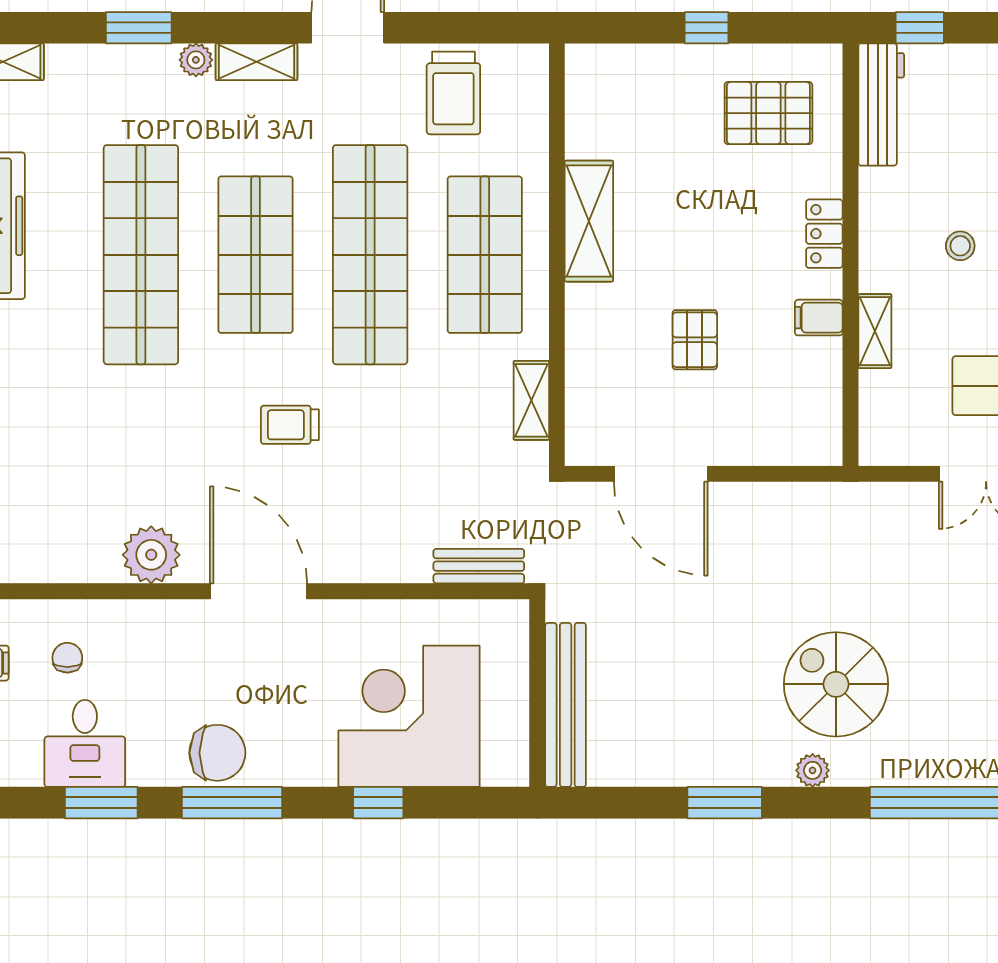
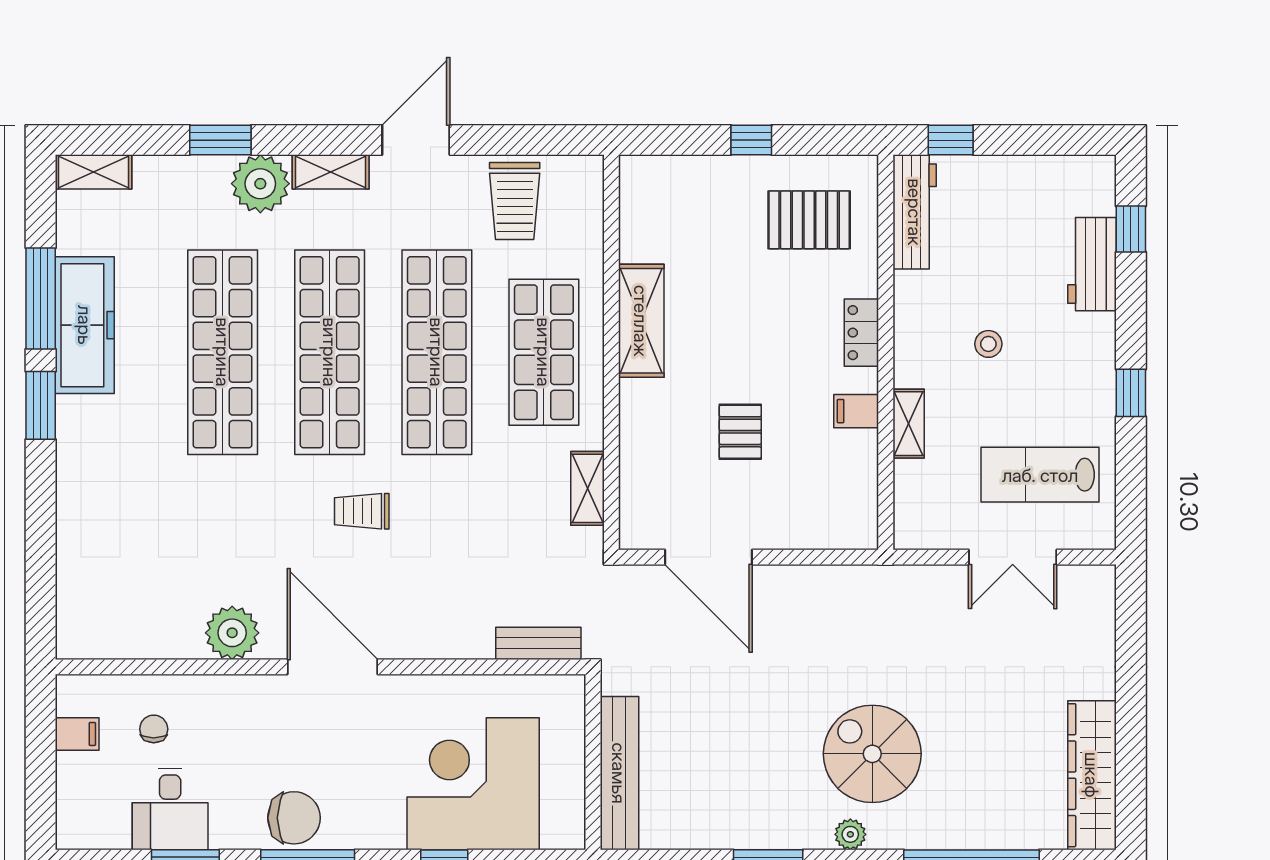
plant: (196, 60) -> (260, 184), width x1.88, depth x1.88
shop shelf: (256, 255) -> (330, 352), width x1.40

